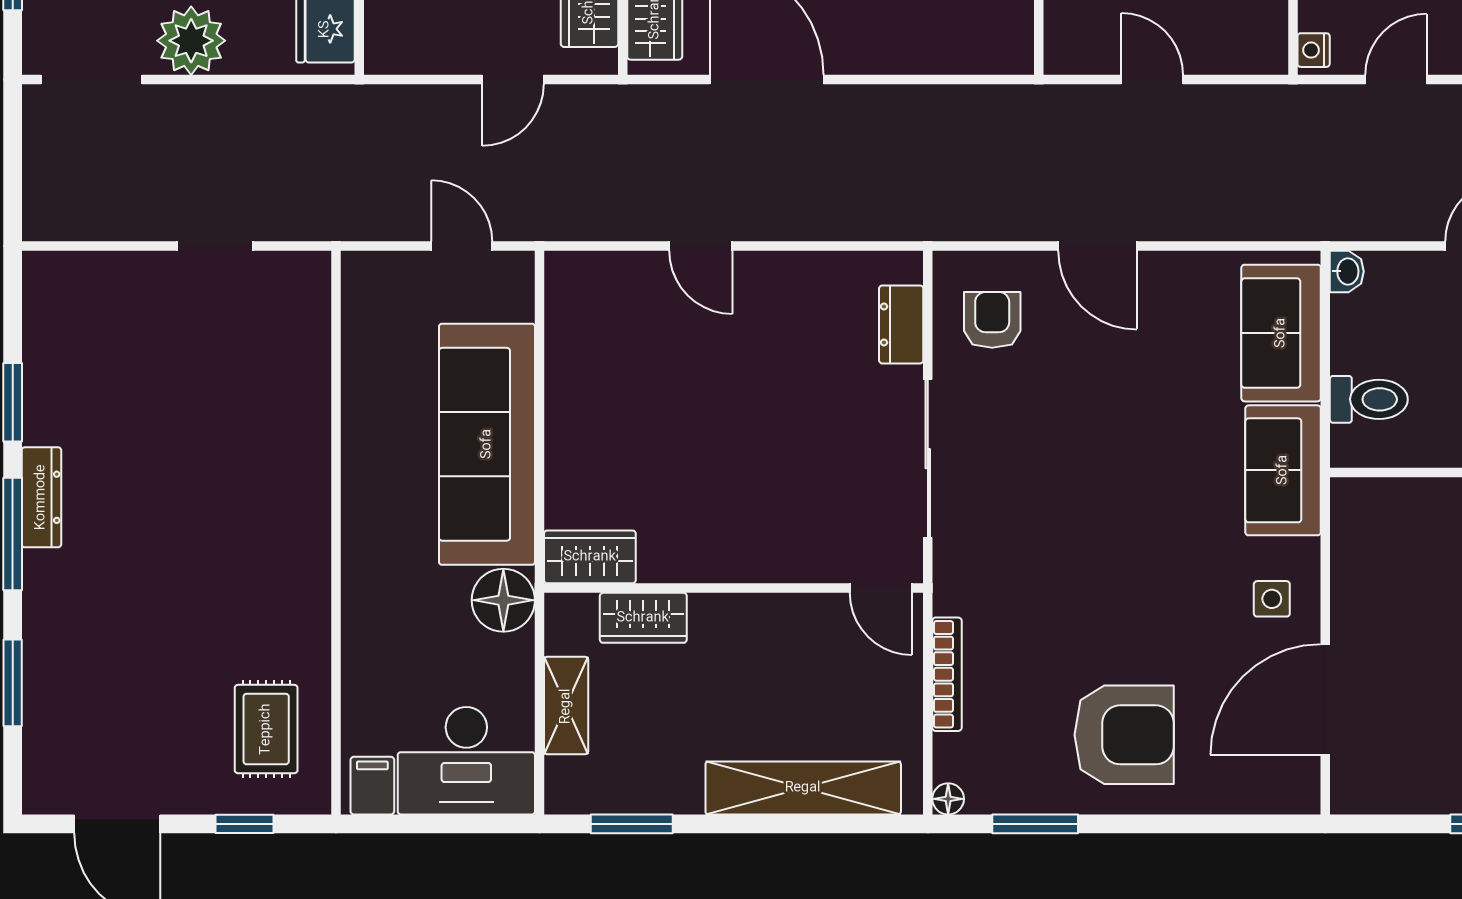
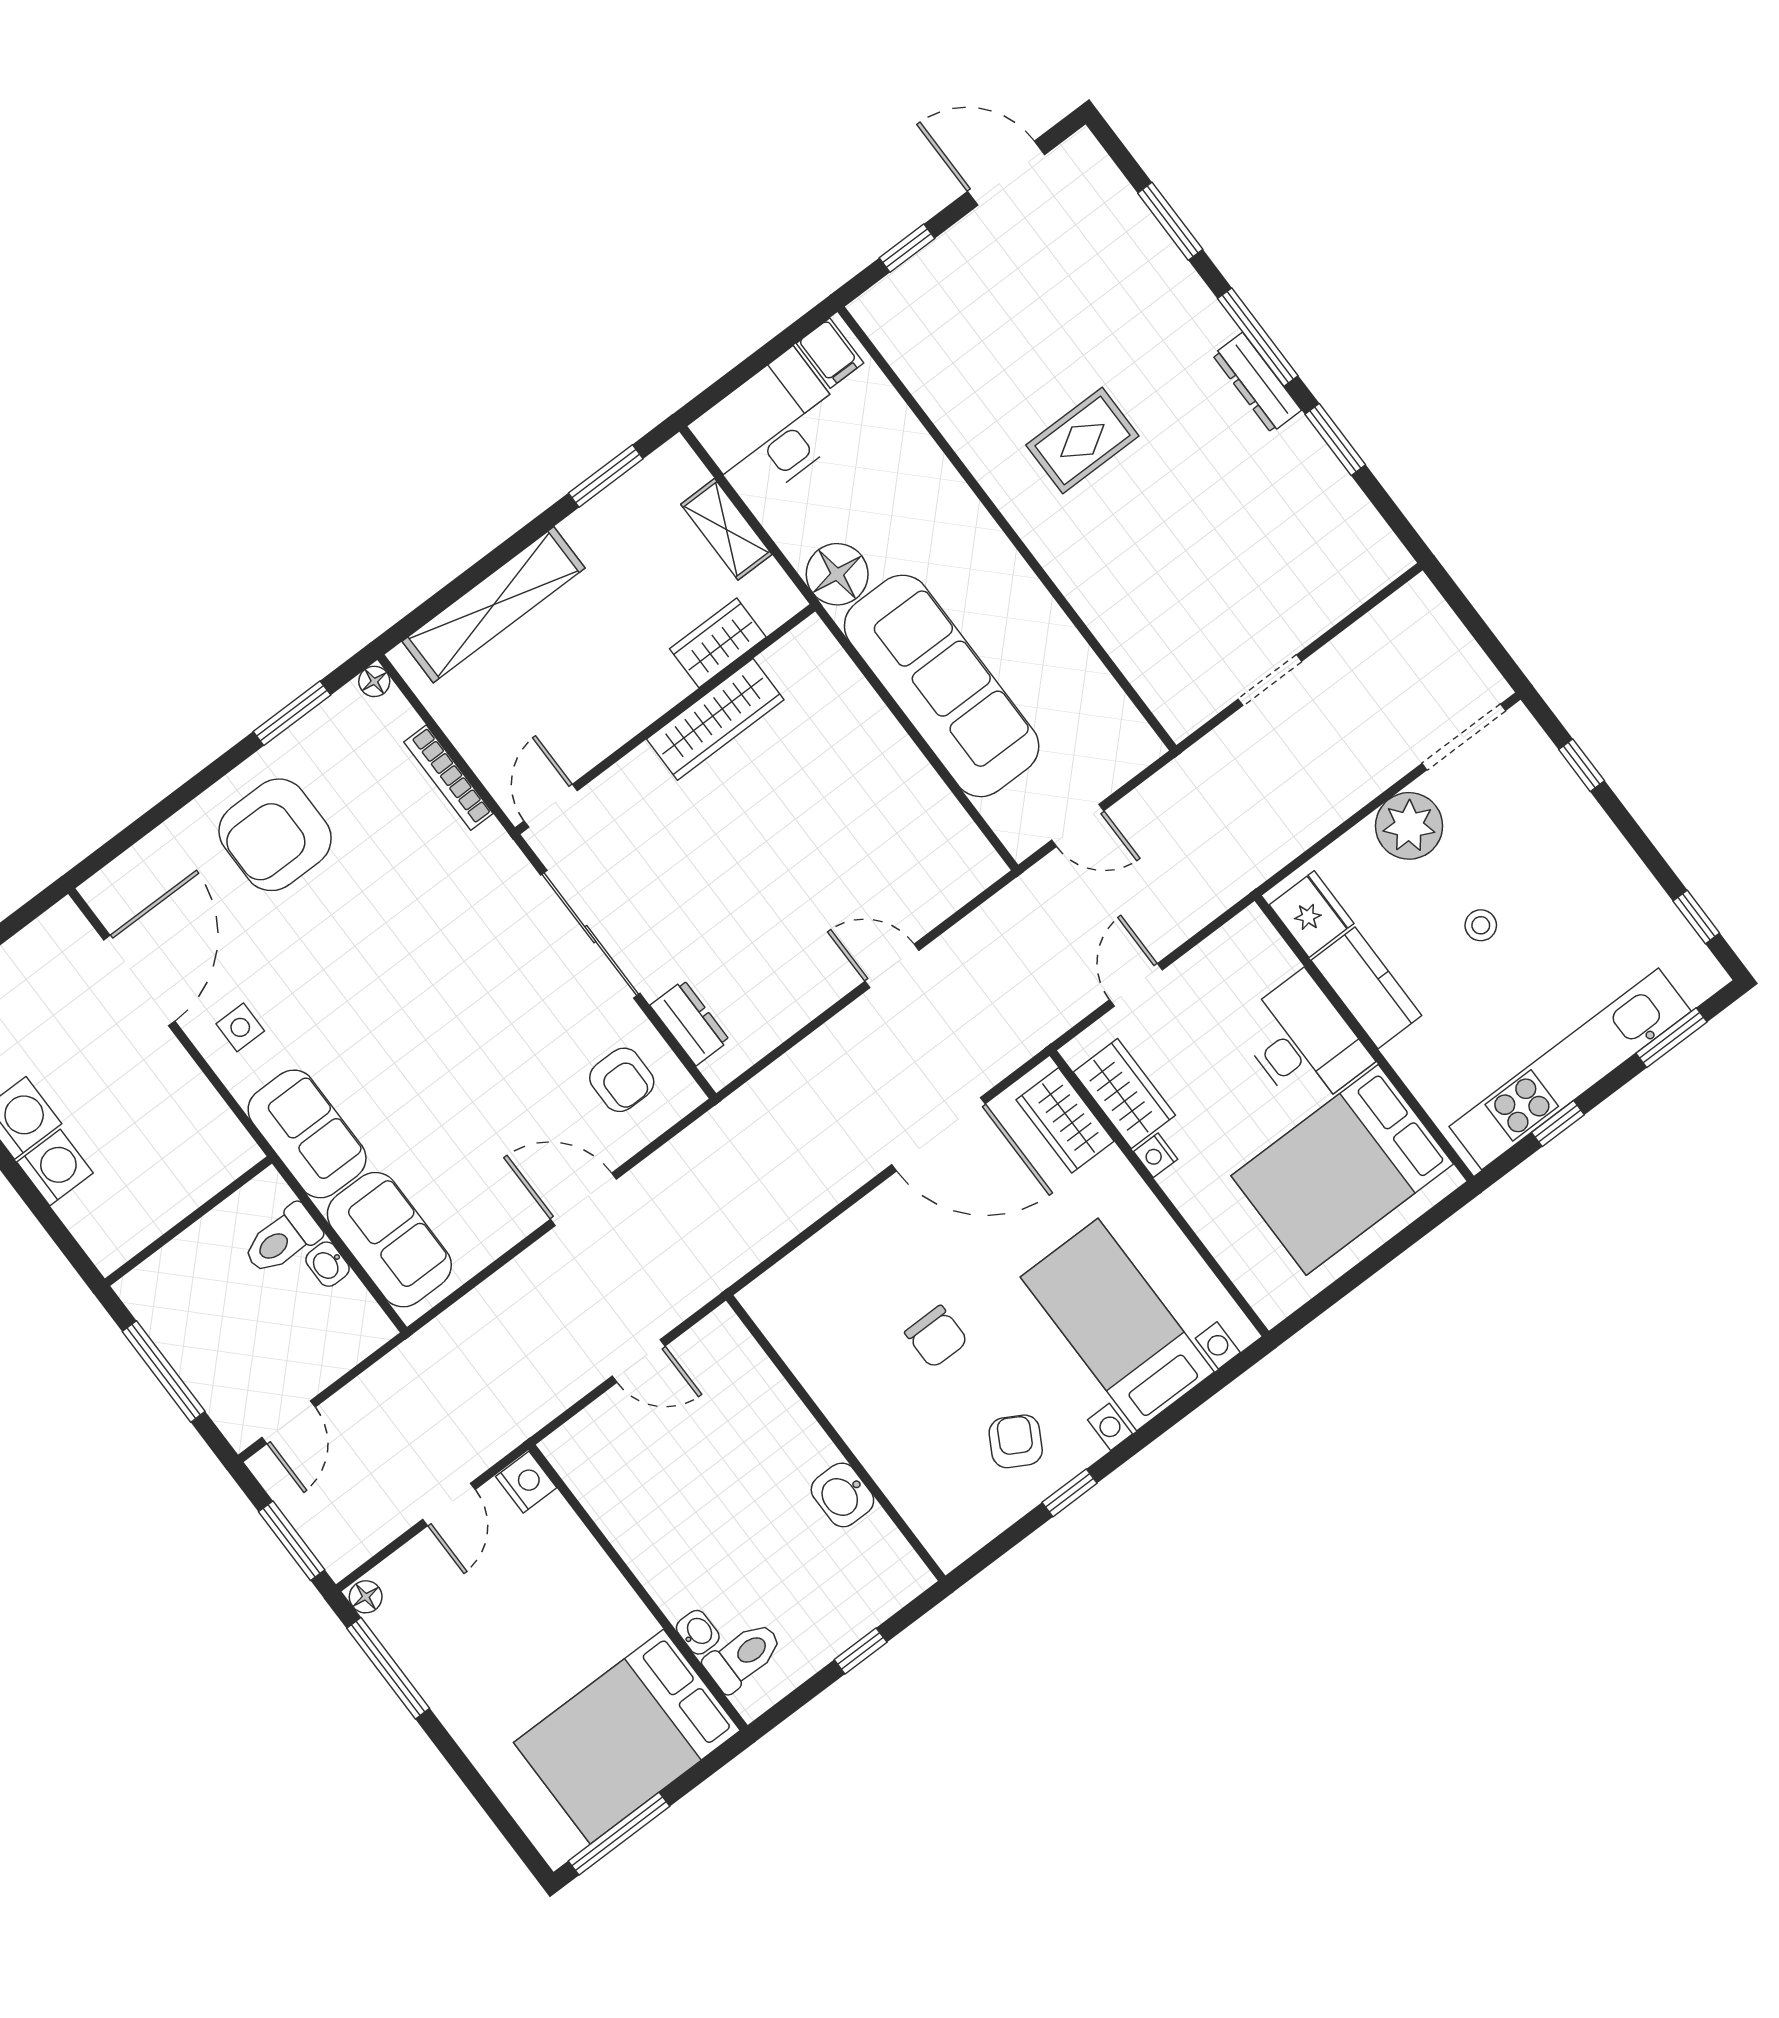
nightstand: (1314, 50) -> (526, 1482), width x1.39, depth x1.35
washbasin: (1347, 271) -> (328, 1264), moved
wardrobe: (590, 557) -> (715, 719), moved, width x1.50
door: (881, 588) -> (551, 806), hinge flipped
rug: (266, 729) -> (1082, 440), moved, turned 90

